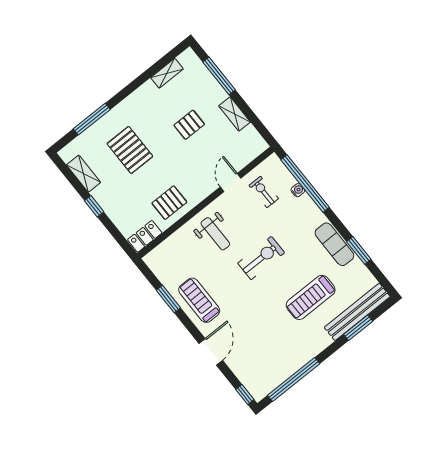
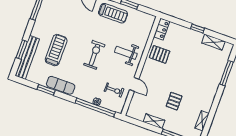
pallet: (130, 150) -> (197, 69), removed
pallet: (169, 203) -> (160, 54), turned 90
exercise bike: (261, 258) -> (94, 55), turned 180

